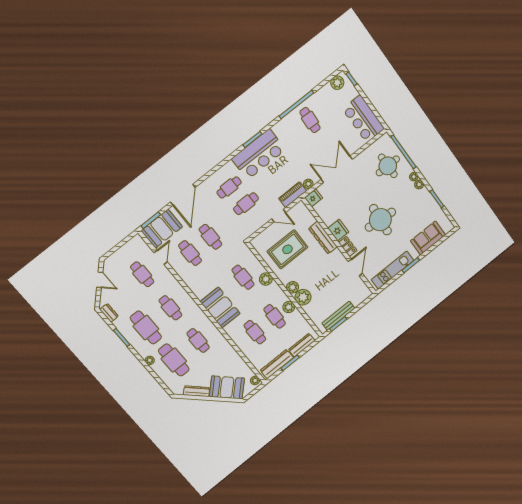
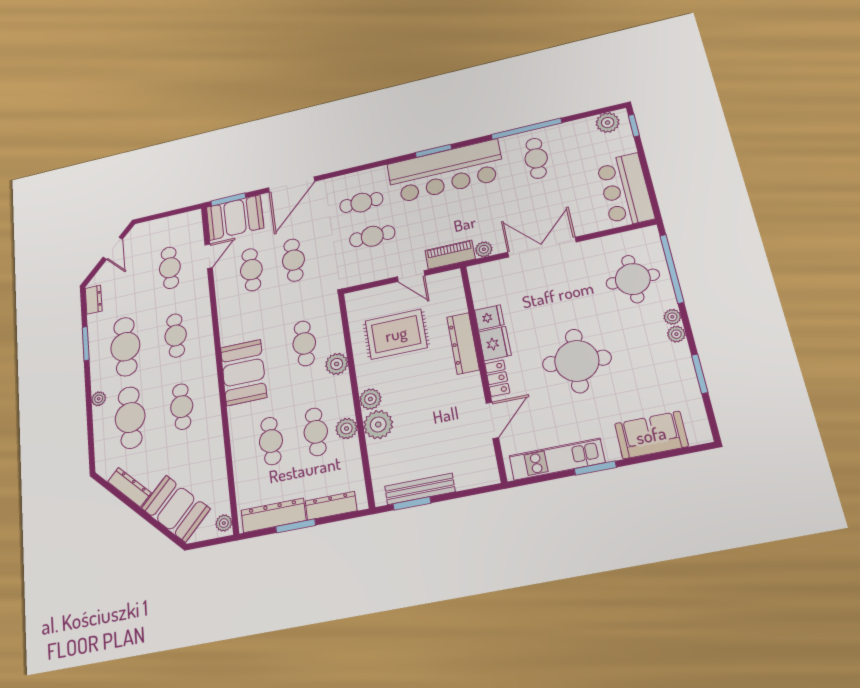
bar counter: (259, 154) -> (446, 171), width x1.36
fridge: (314, 198) -> (489, 317), moved

